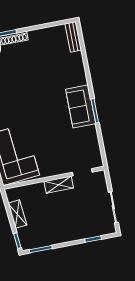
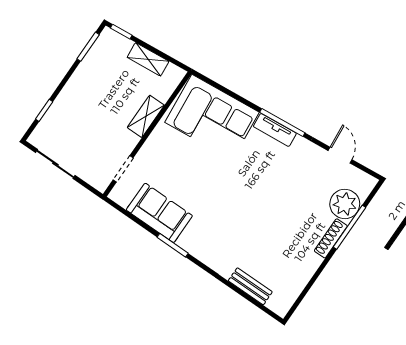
bench: (73, 37) -> (250, 286), moved
sofa: (81, 106) -> (159, 213), moved
shelving: (59, 185) -> (146, 116), moved

